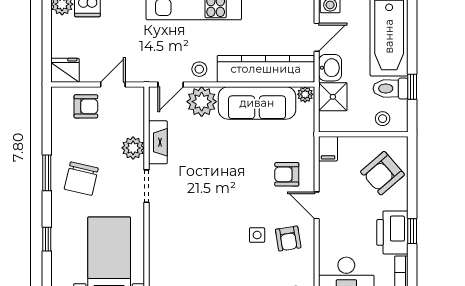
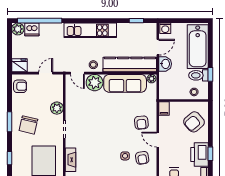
door: (171, 84) -> (77, 73), hinge flipped
shower: (333, 97) -> (167, 80), removed
armchair: (86, 106) -> (20, 86), moved
fireplace: (158, 142) -> (70, 160), moved
armchair: (287, 174) -> (141, 123), turned -96

